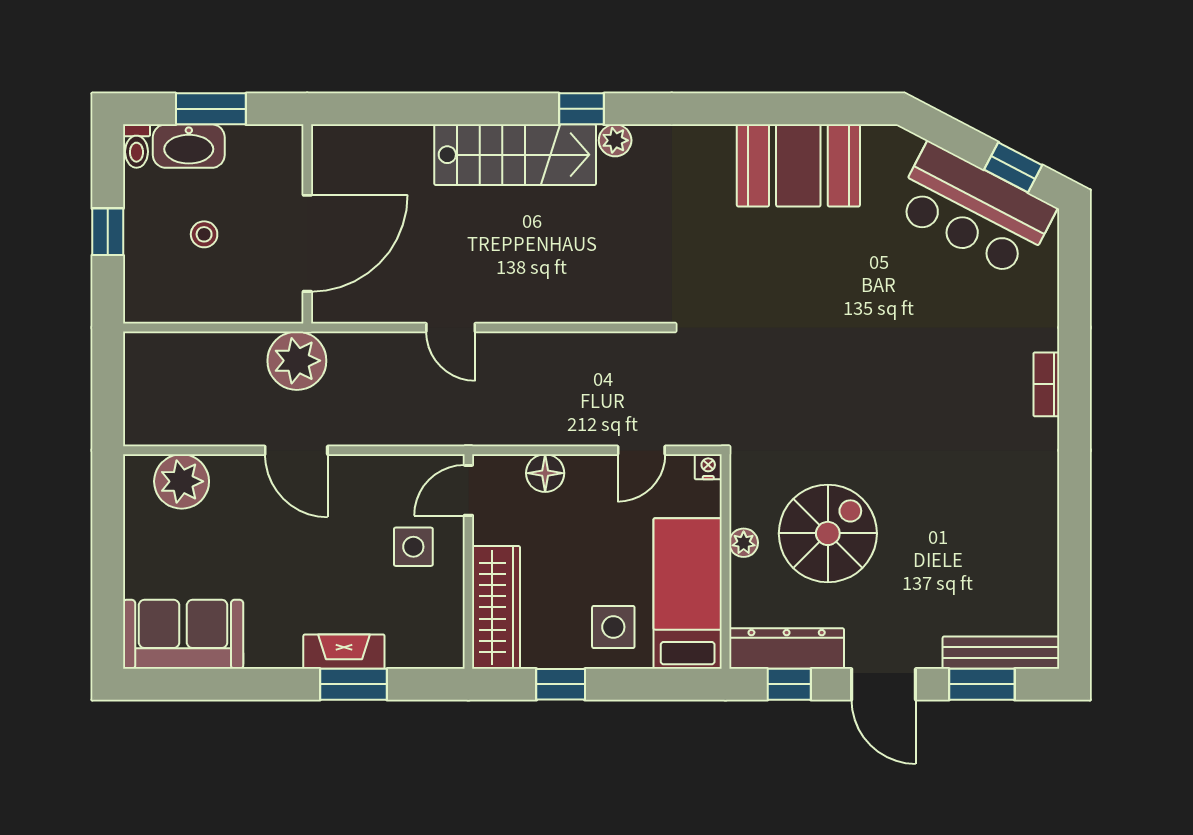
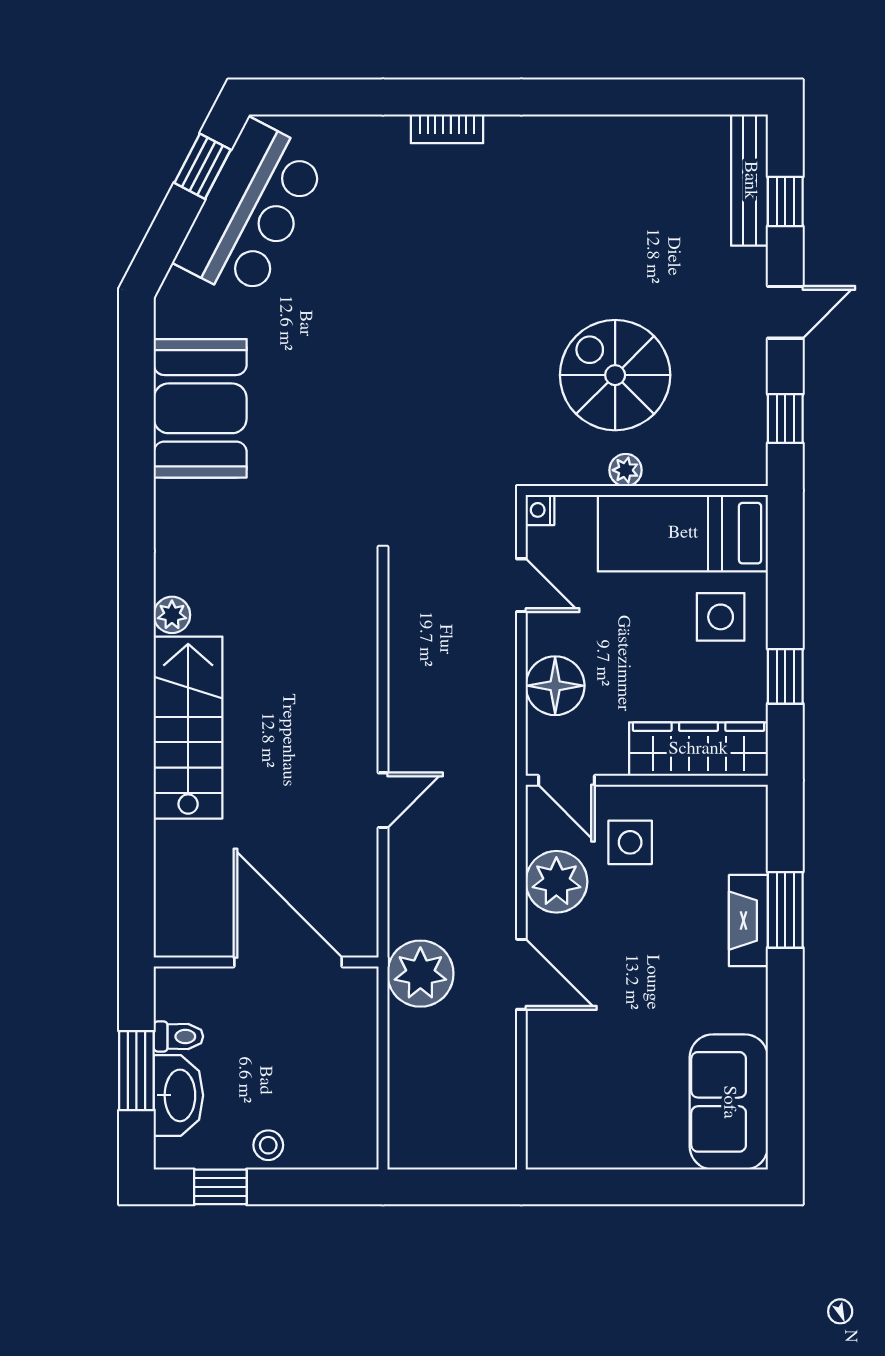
window: (581, 109) -> (136, 653), removed
toilet: (136, 146) -> (178, 1036), moved
window: (108, 232) -> (220, 1187), moved
stool: (204, 234) -> (268, 1145), moved
door: (296, 450) -> (521, 974), hinge flipped
floor lamp: (545, 473) -> (555, 686), width x1.38, depth x1.38
plant: (182, 481) -> (556, 882), moved
dresser: (787, 649) -> (745, 422), removed
door: (884, 684) -> (785, 312), width x0.73
window: (982, 684) -> (785, 202), width x0.67

